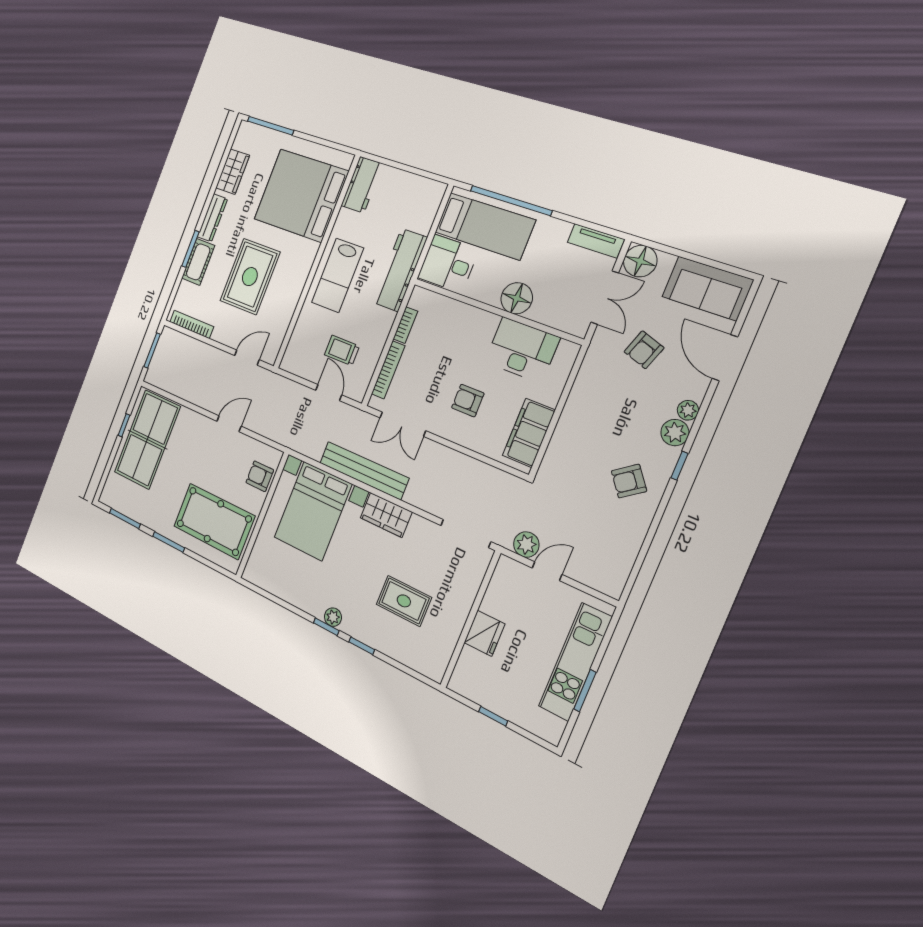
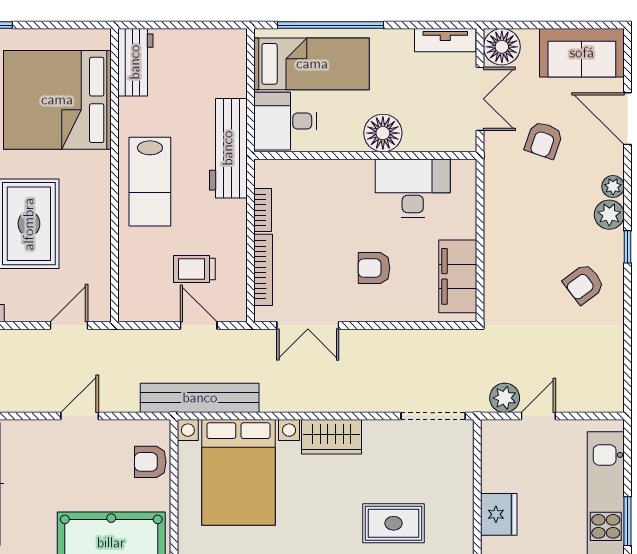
bench: (364, 470) -> (200, 398), moved

